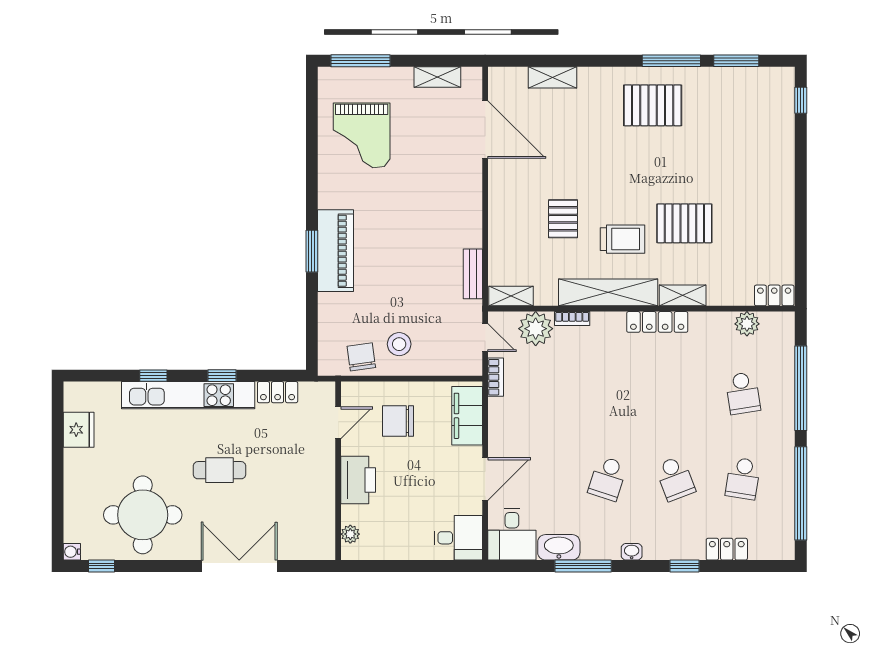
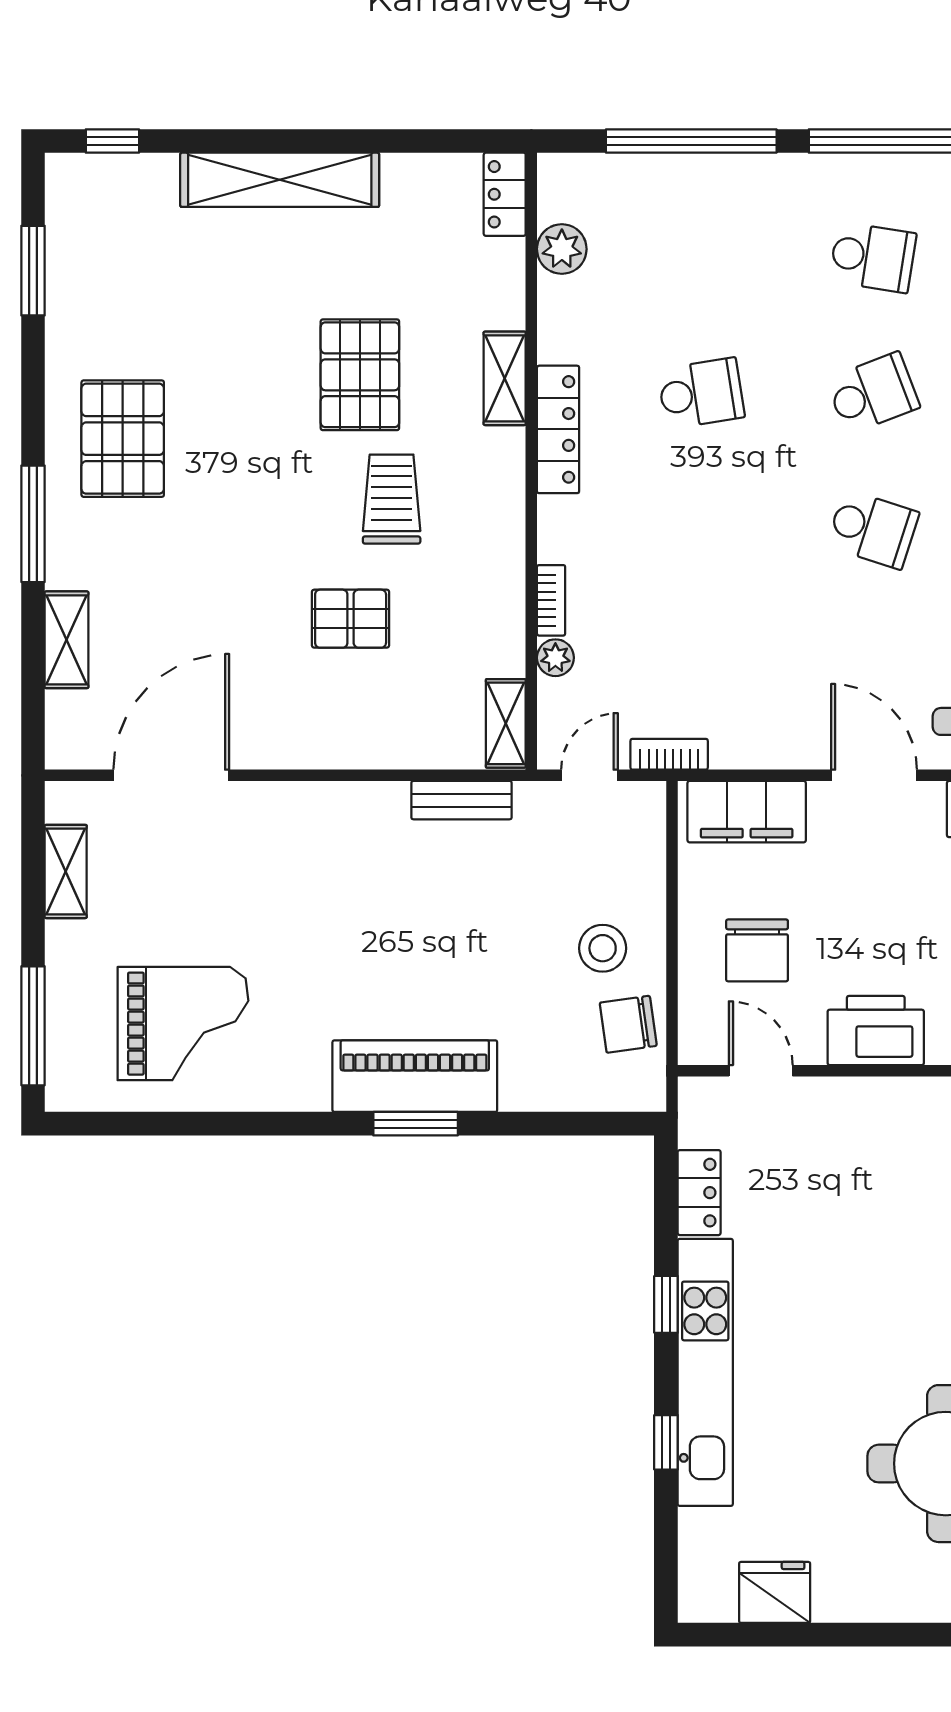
window: (671, 61) -> (33, 524), moved
shelving: (608, 292) -> (280, 180), moved, turned 90
plant: (536, 329) -> (555, 658), width x0.53, depth x0.53
school desk: (743, 393) -> (701, 393), moved
cafe table: (219, 470) -> (856, 1309), removed

